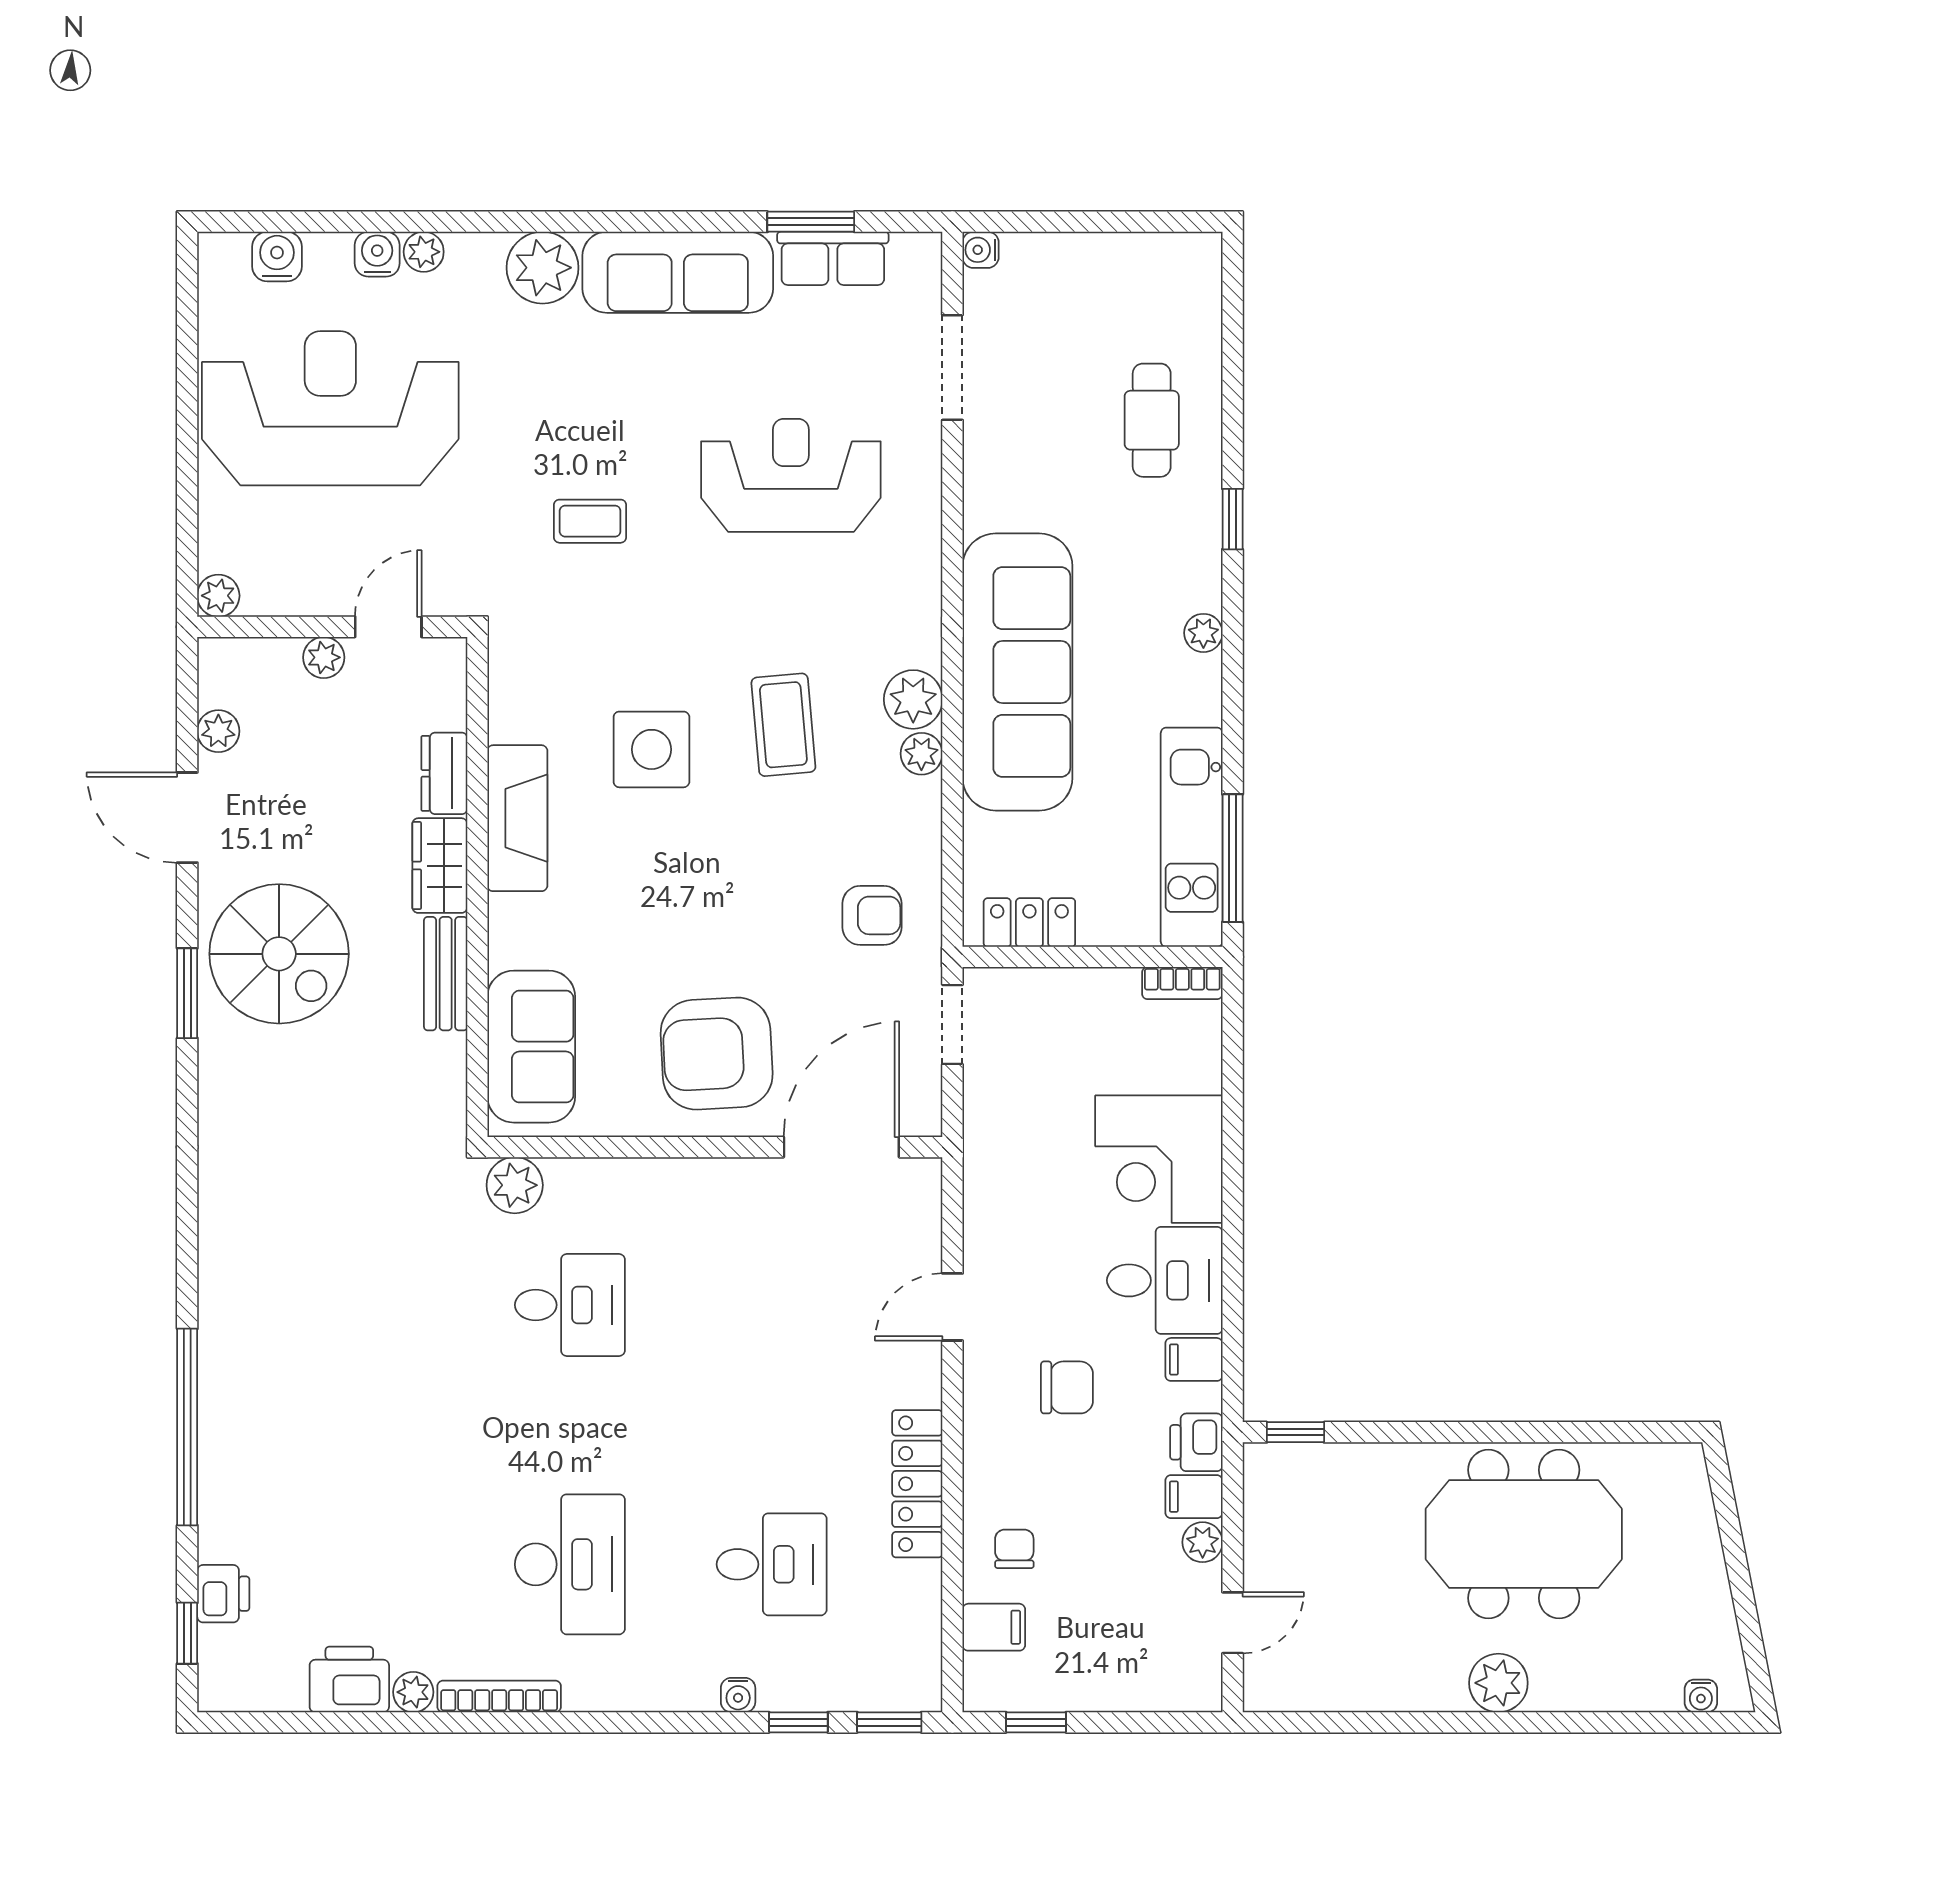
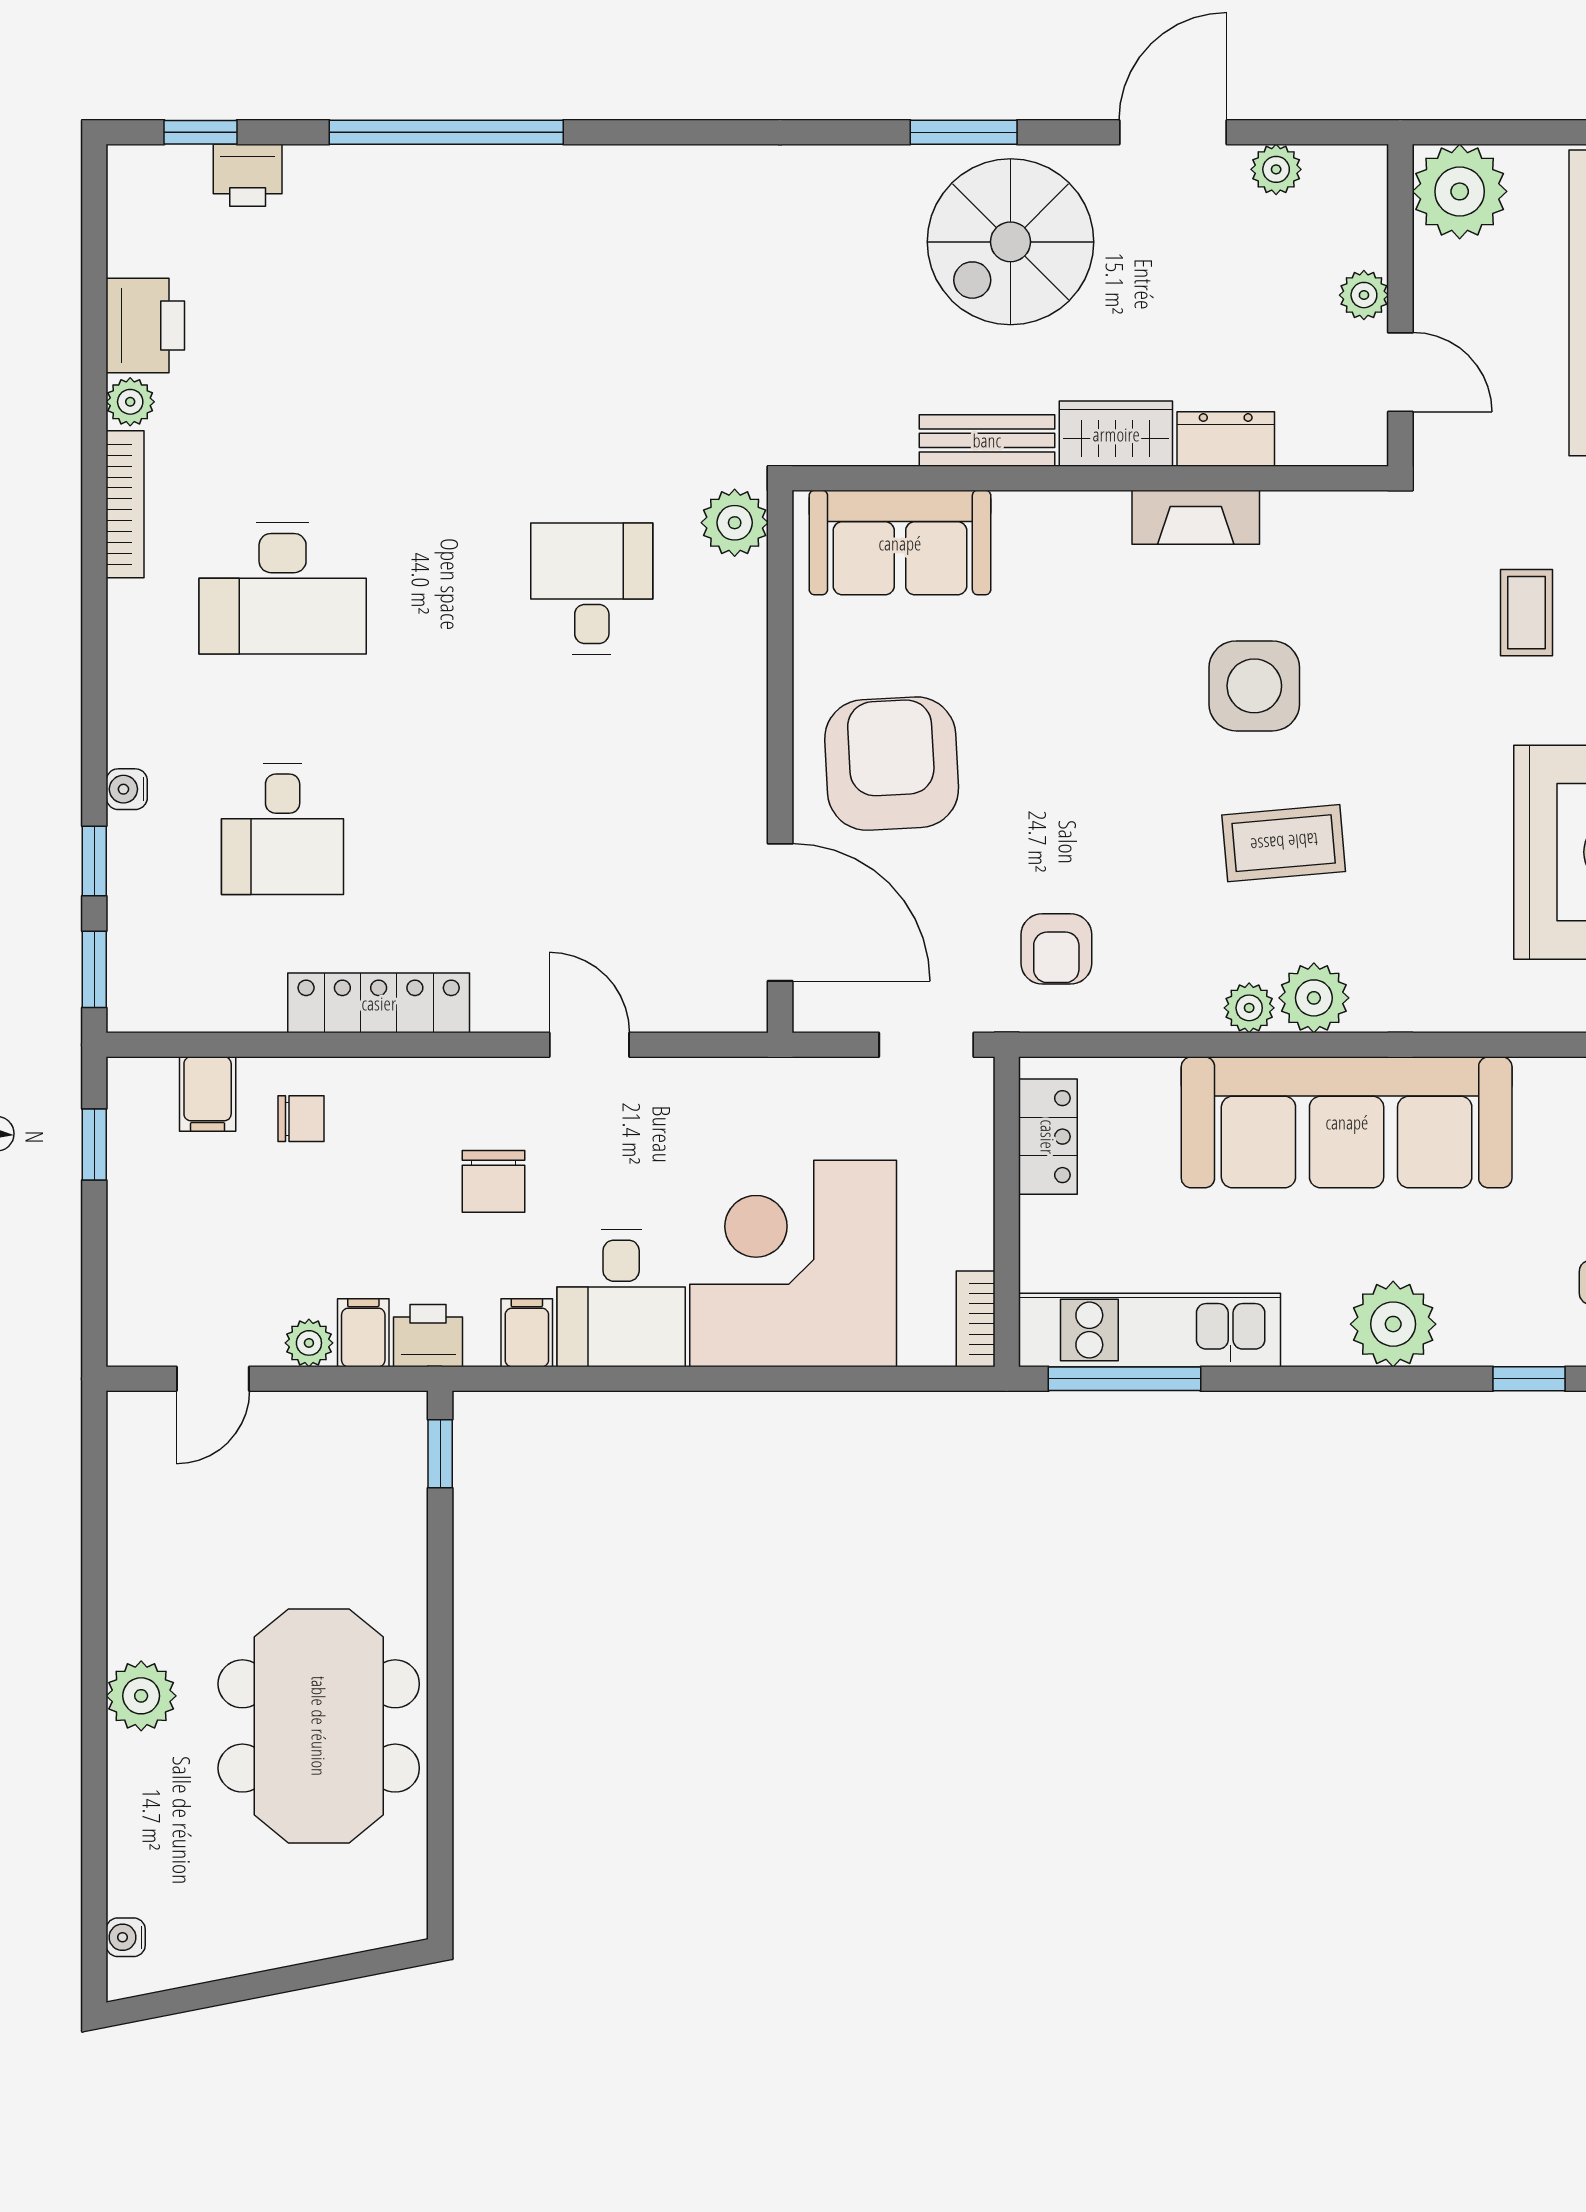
plant: (218, 596) -> (1460, 191), width x1.88, depth x1.88
plant: (1203, 633) -> (1393, 1324), width x1.88, depth x1.88
fireplace: (517, 818) -> (1196, 517), width x0.73, depth x0.76
corner desk: (1159, 1159) -> (793, 1264), width x1.36, depth x1.36
desk: (570, 1305) -> (592, 589), turned 180
door: (1233, 1623) -> (213, 1379), hinge flipped

